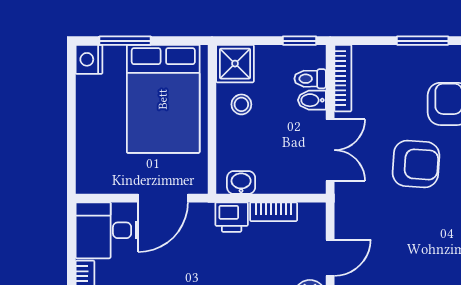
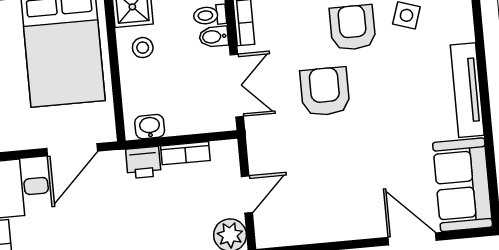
armchair: (416, 164) -> (325, 92), turned -94

